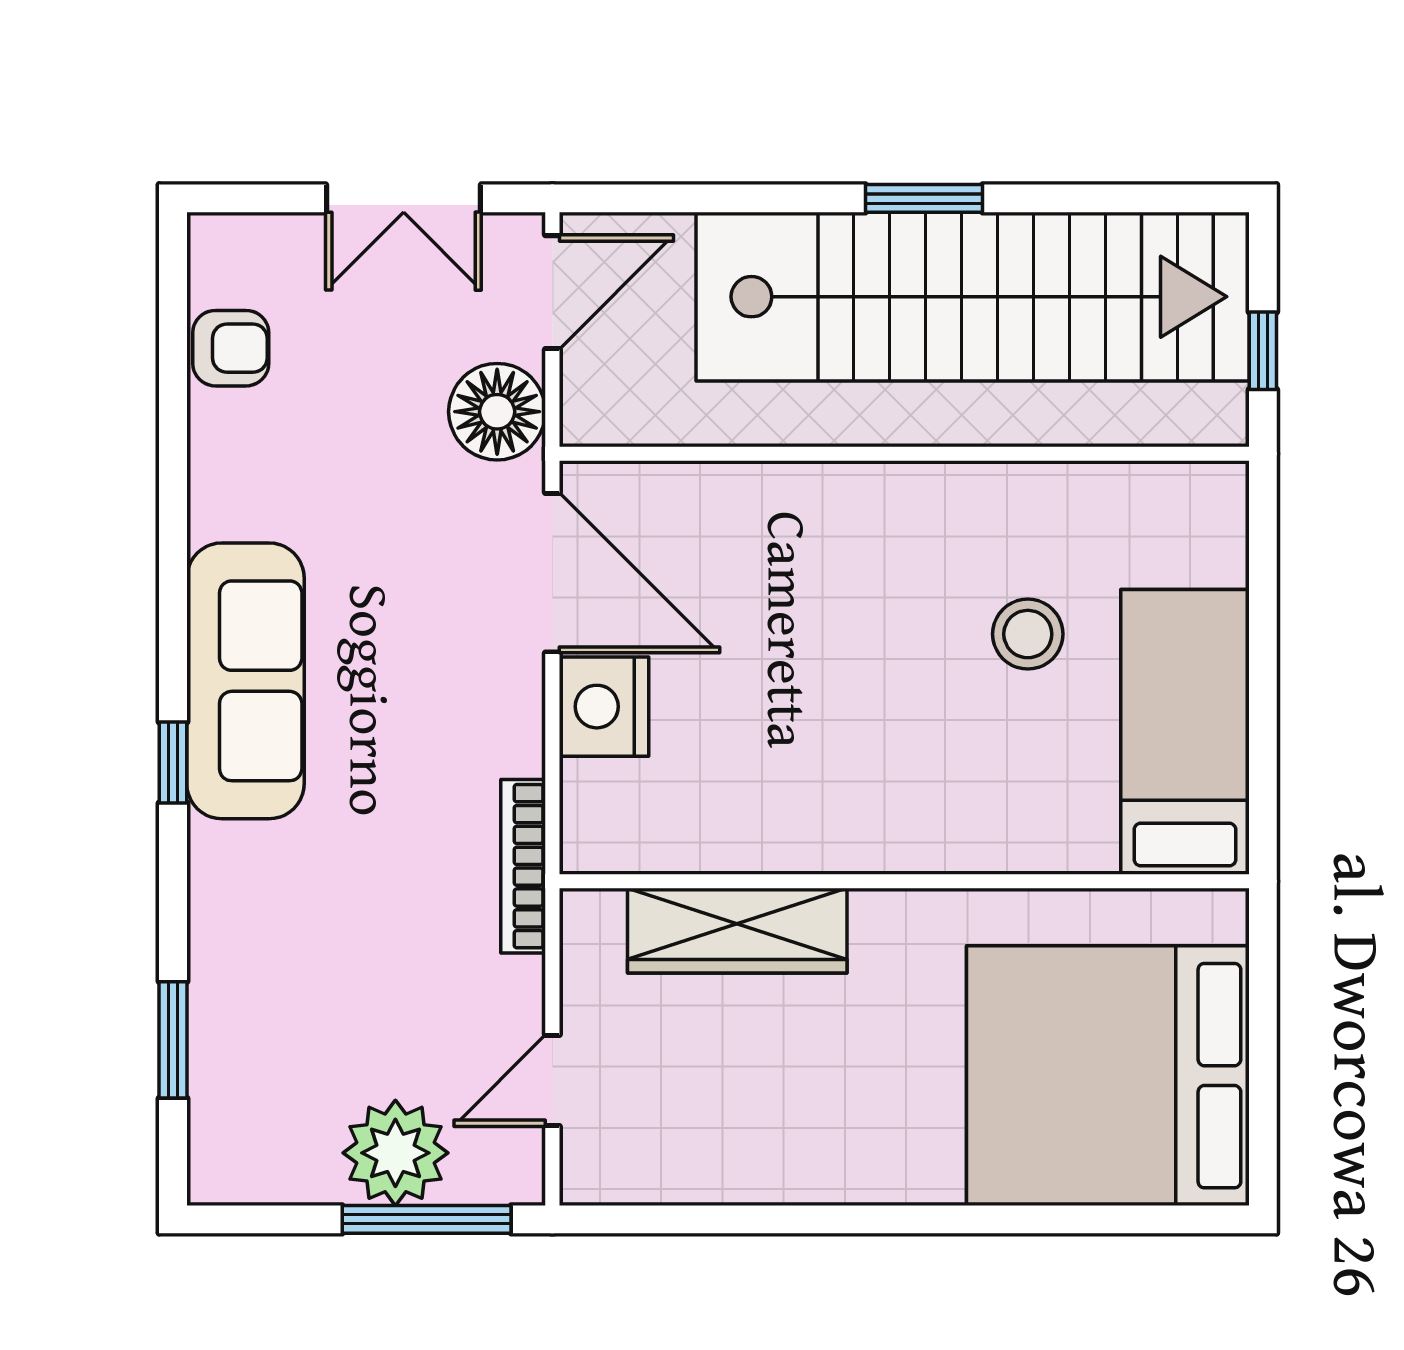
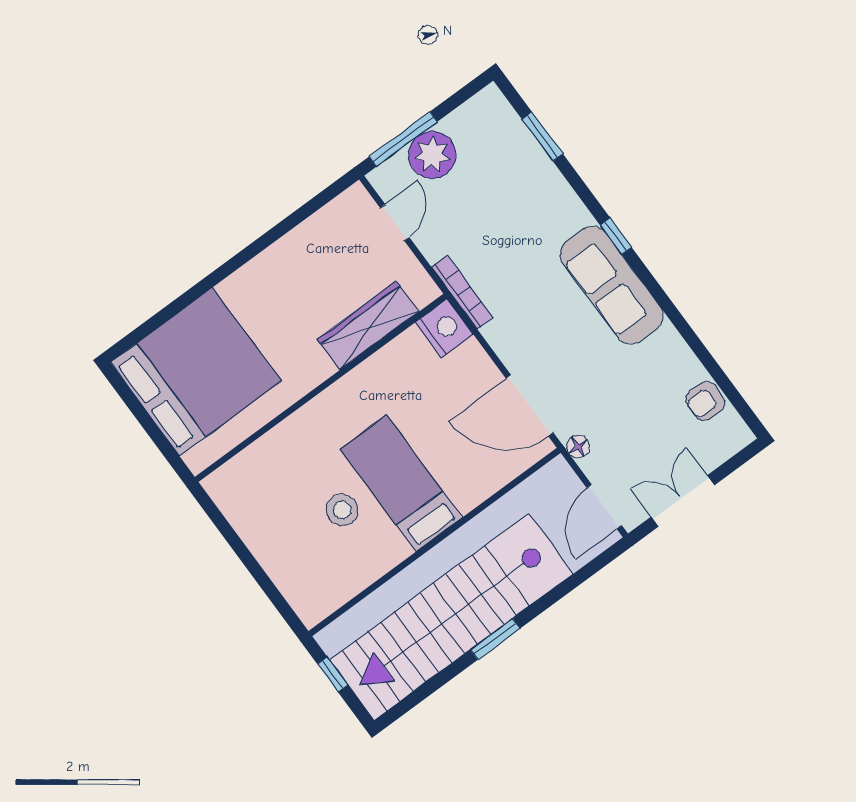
floor lamp: (497, 412) -> (578, 447), width x0.53, depth x0.53
nightstand: (604, 707) -> (444, 328), moved
bed: (1185, 732) -> (401, 483), moved, turned 180

